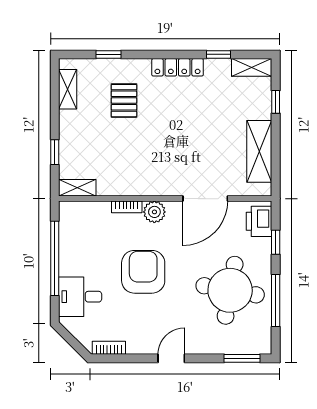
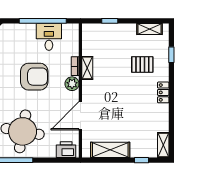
window: (218, 54) -> (171, 124), removed
locker: (178, 67) -> (163, 92), width x0.66
shelving: (77, 188) -> (87, 68), moved
door: (205, 199) -> (80, 116), hinge flipped
window: (276, 242) -> (53, 160), removed
desk: (80, 297) -> (49, 37), moved

